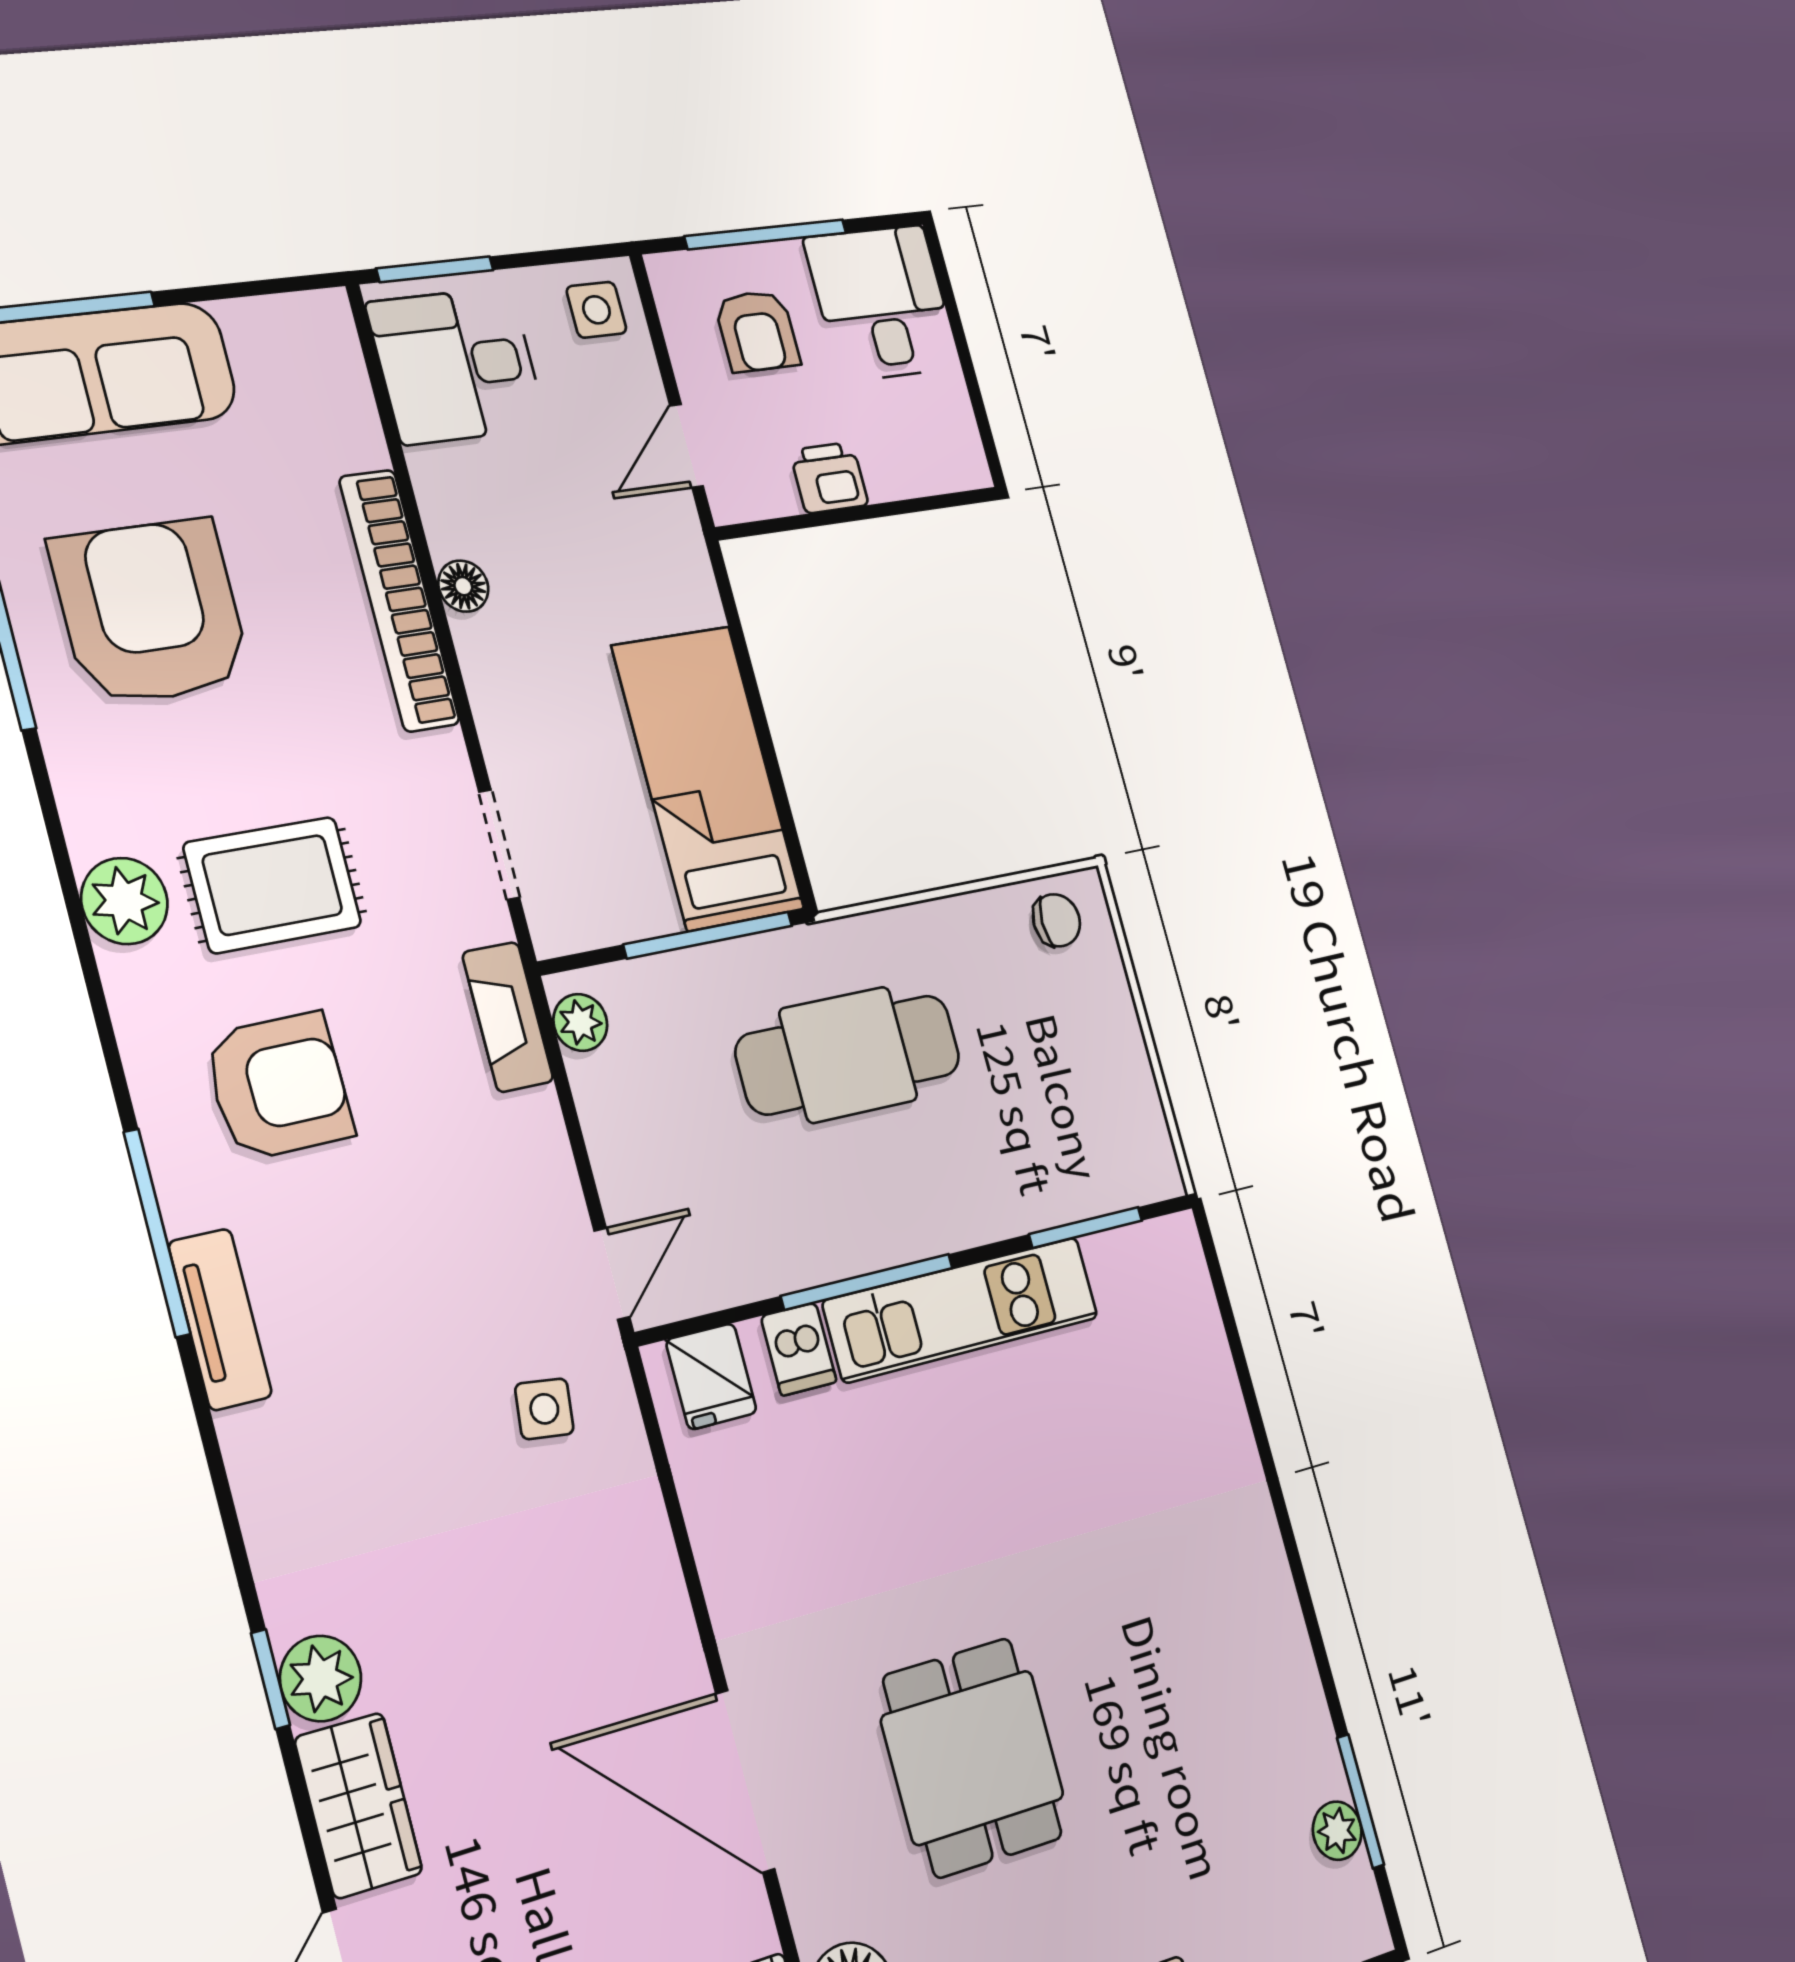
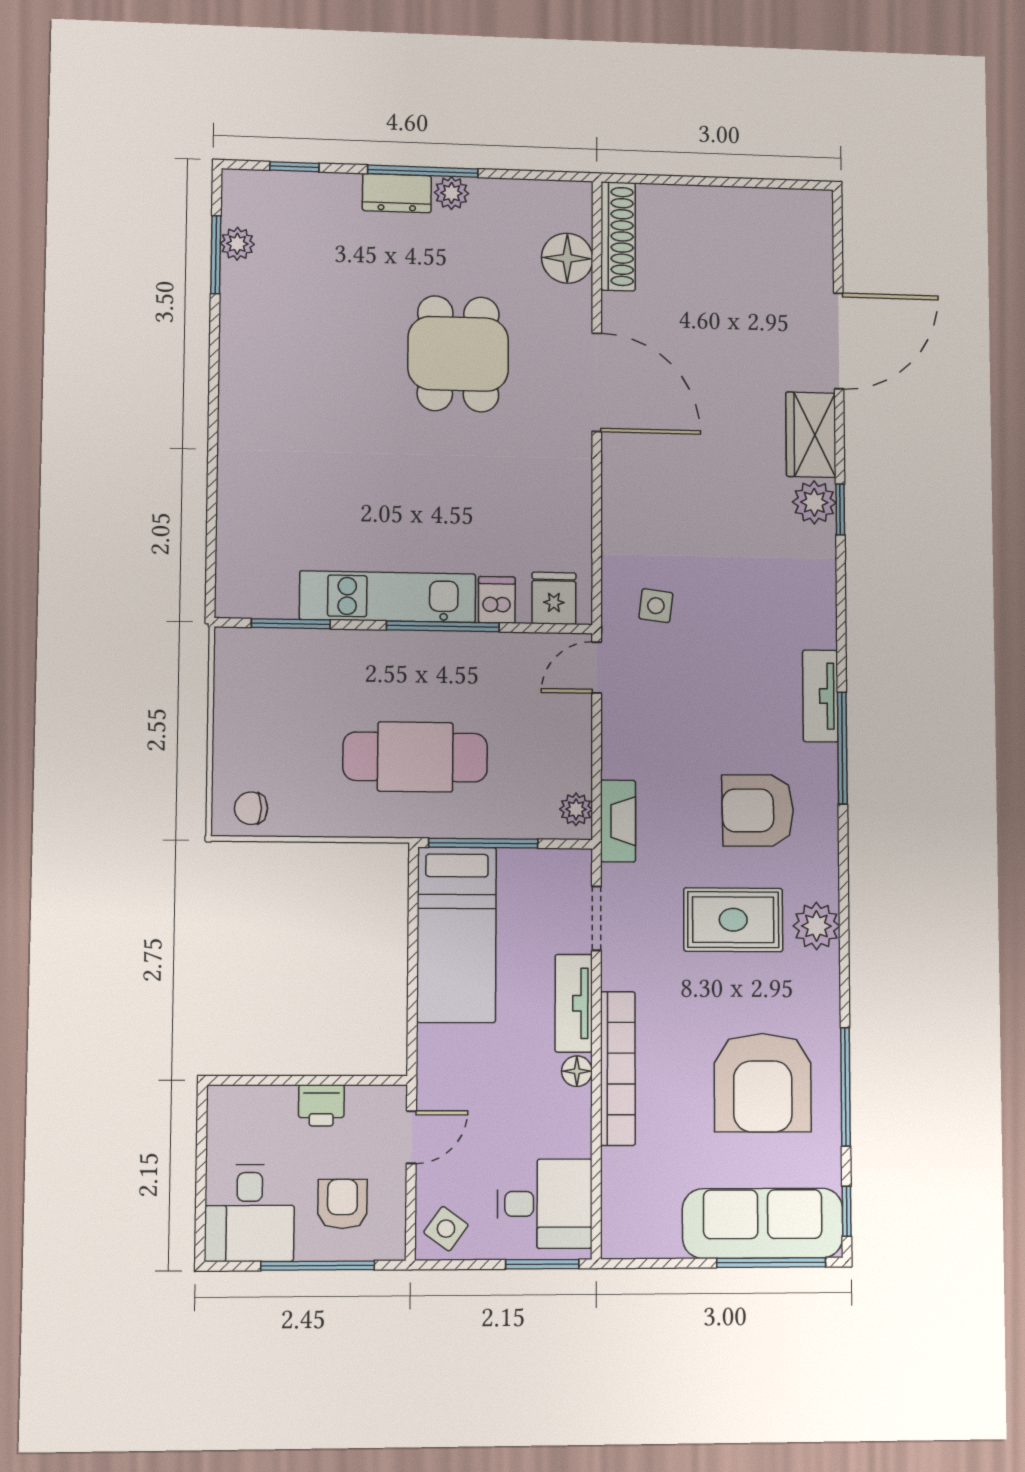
side table: (596, 310) -> (446, 1229), turned 36
tv unit: (498, 697) -> (574, 1003), added

